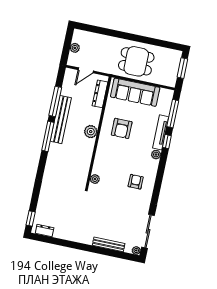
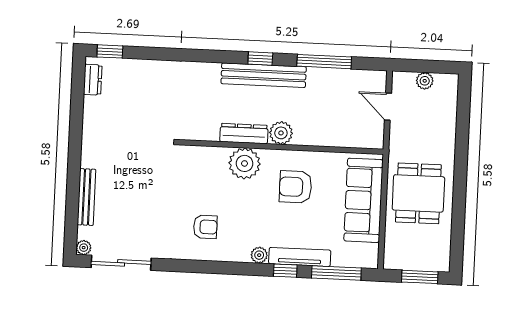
dresser: (100, 94) -> (244, 134), moved
bench: (61, 120) -> (264, 75), moved
window: (48, 136) -> (260, 59), width x0.46
plant: (95, 179) -> (245, 163), moved, width x1.88, depth x1.88

